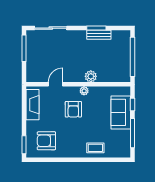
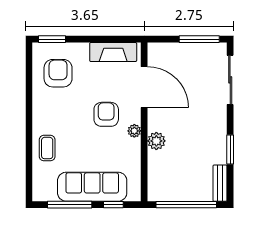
bench: (99, 35) -> (220, 183), moved
door: (56, 84) -> (144, 87), width x1.87
armchair: (73, 109) -> (106, 114), turned 90
sofa: (121, 112) -> (92, 187), width x1.36

